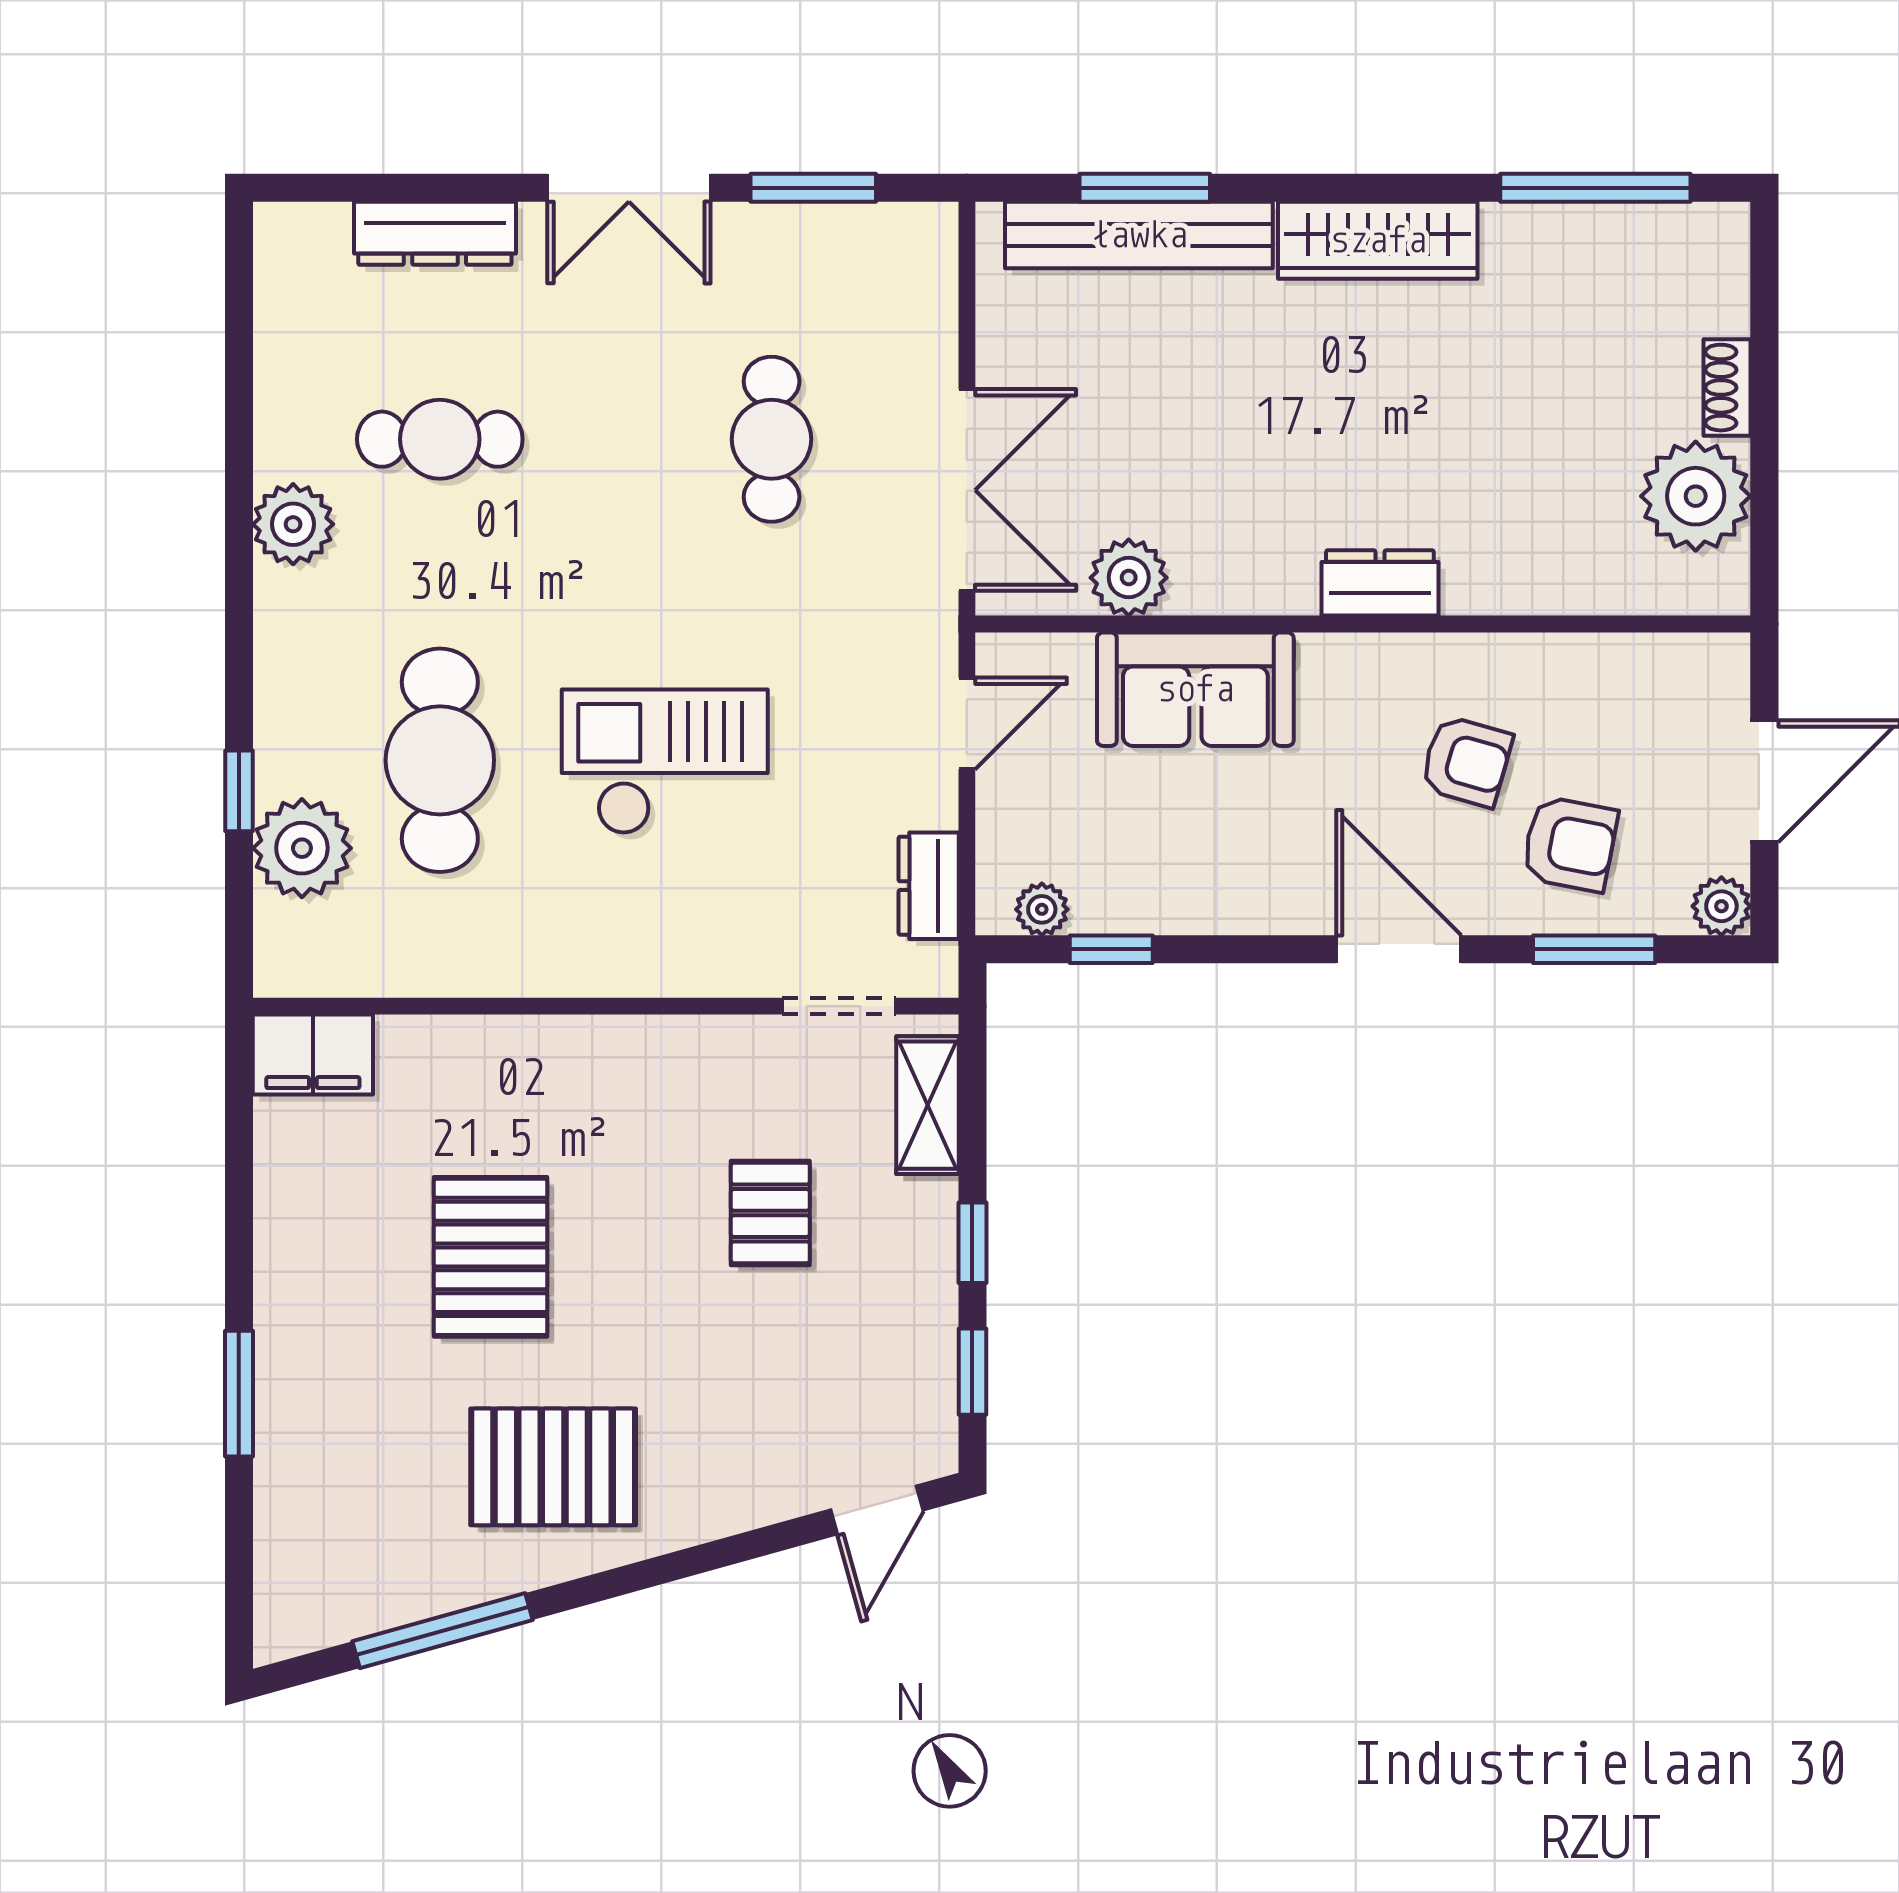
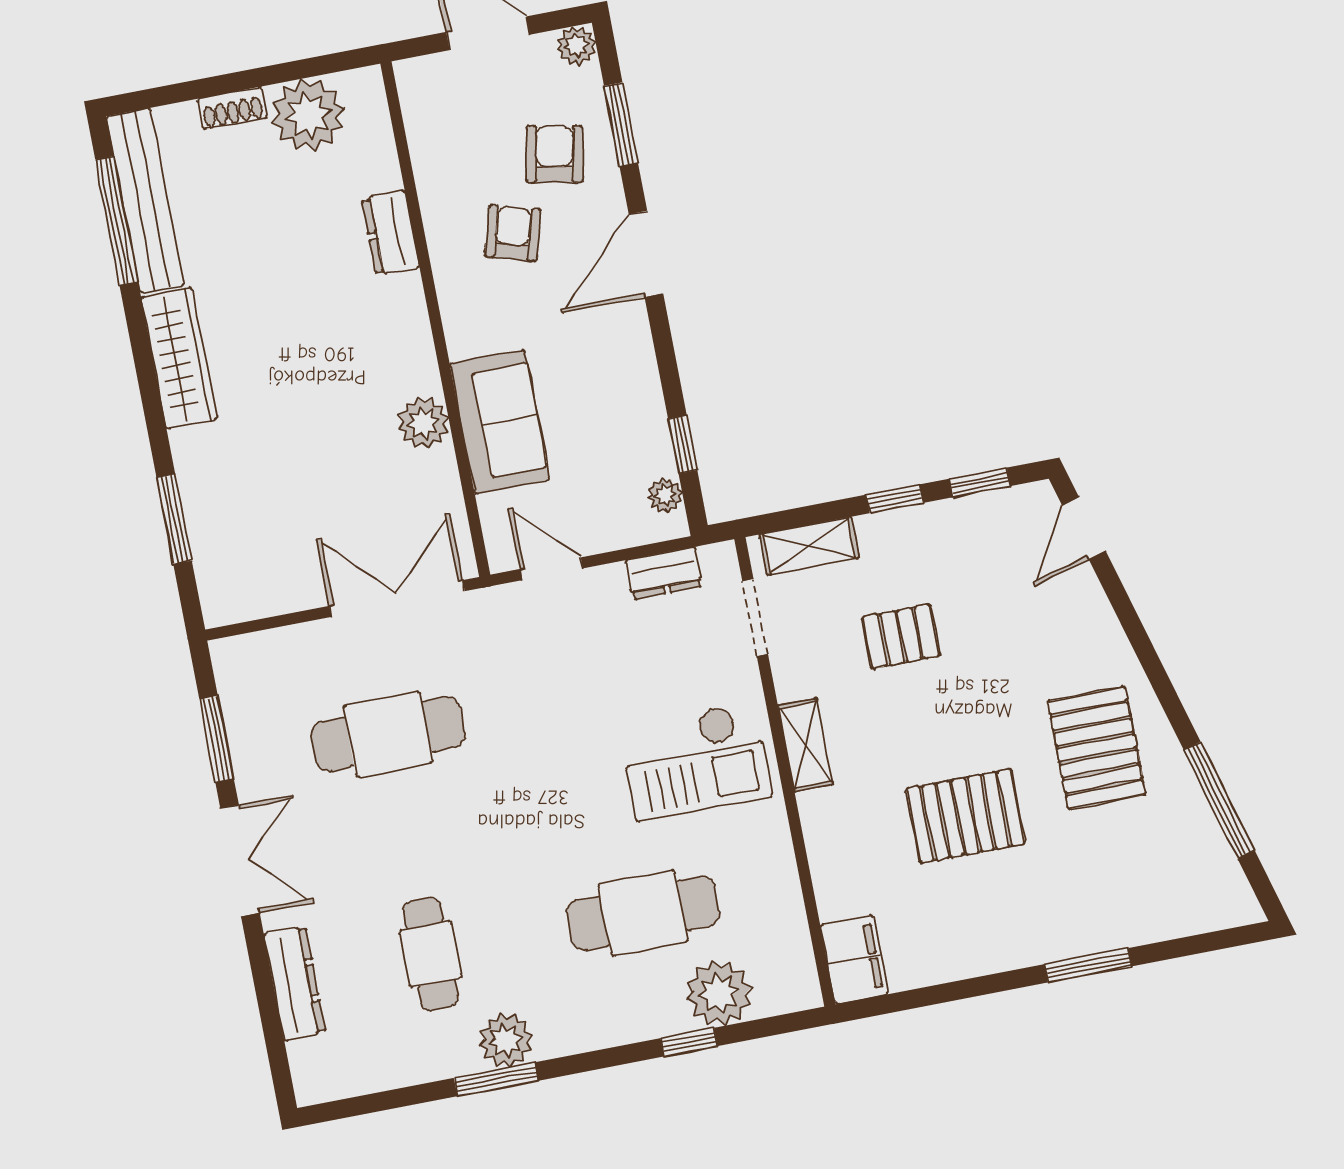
bench: (1139, 235) -> (145, 201), moved
cafe table: (772, 439) -> (388, 734), width x1.37, depth x1.35
window: (239, 499) -> (496, 1079), added
plant: (1129, 578) -> (423, 423), moved
dresser: (1380, 583) -> (390, 233), moved
checkout: (665, 762) -> (695, 761), moved, turned -90
shelving: (639, 1044) -> (805, 745), added
door: (877, 1510) -> (1084, 528), swing flipped

